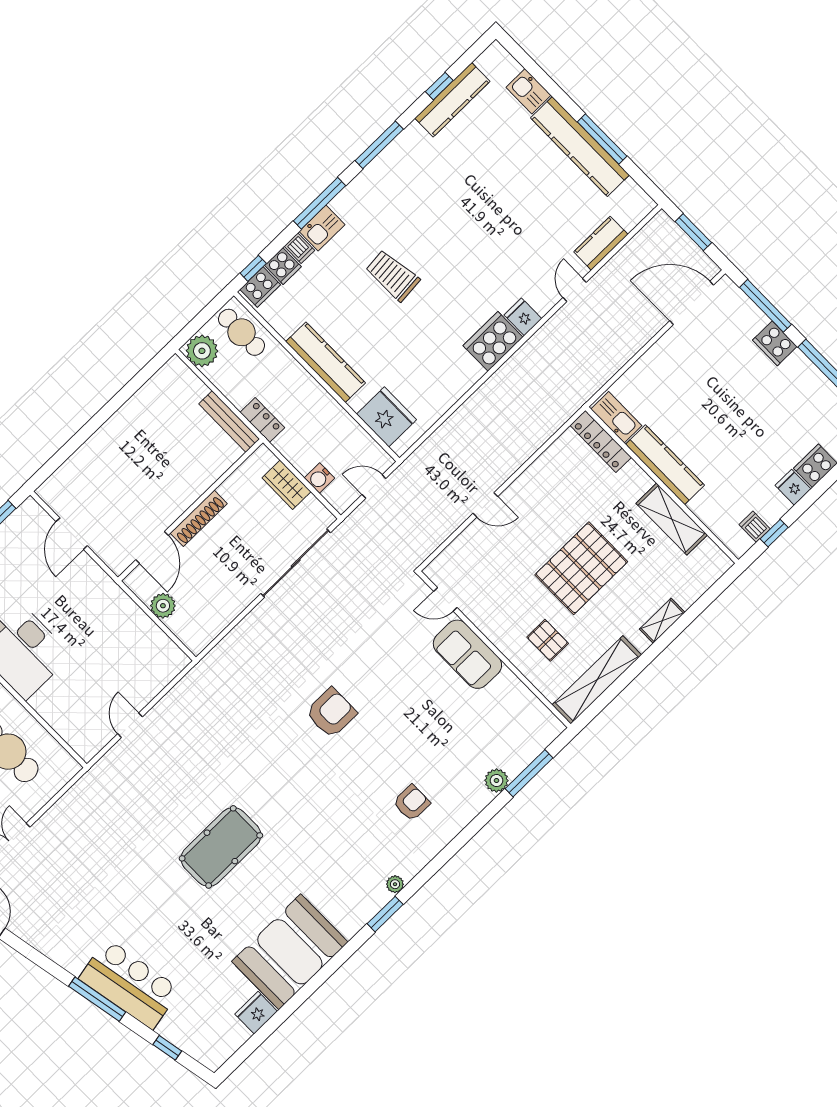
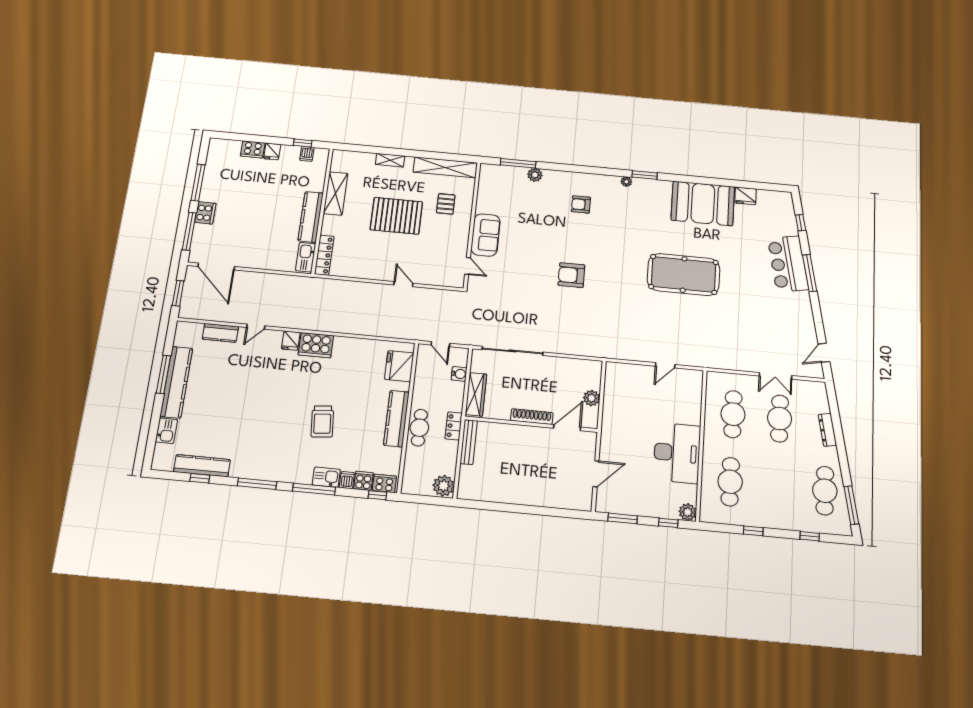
cafe table: (242, 332) -> (419, 428), moved
wardrobe: (286, 485) -> (476, 394), width x1.50
pool table: (221, 847) -> (684, 274), width x1.36, depth x1.32

